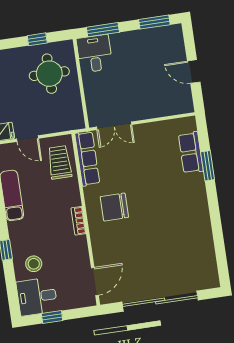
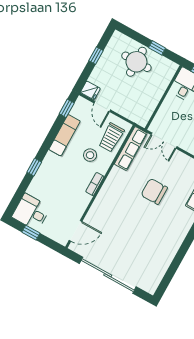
round table: (49, 74) -> (136, 62), moved
trolley: (60, 162) -> (111, 137), turned 180
chair: (114, 207) -> (154, 191), moved
stool: (34, 264) -> (90, 155), moved

